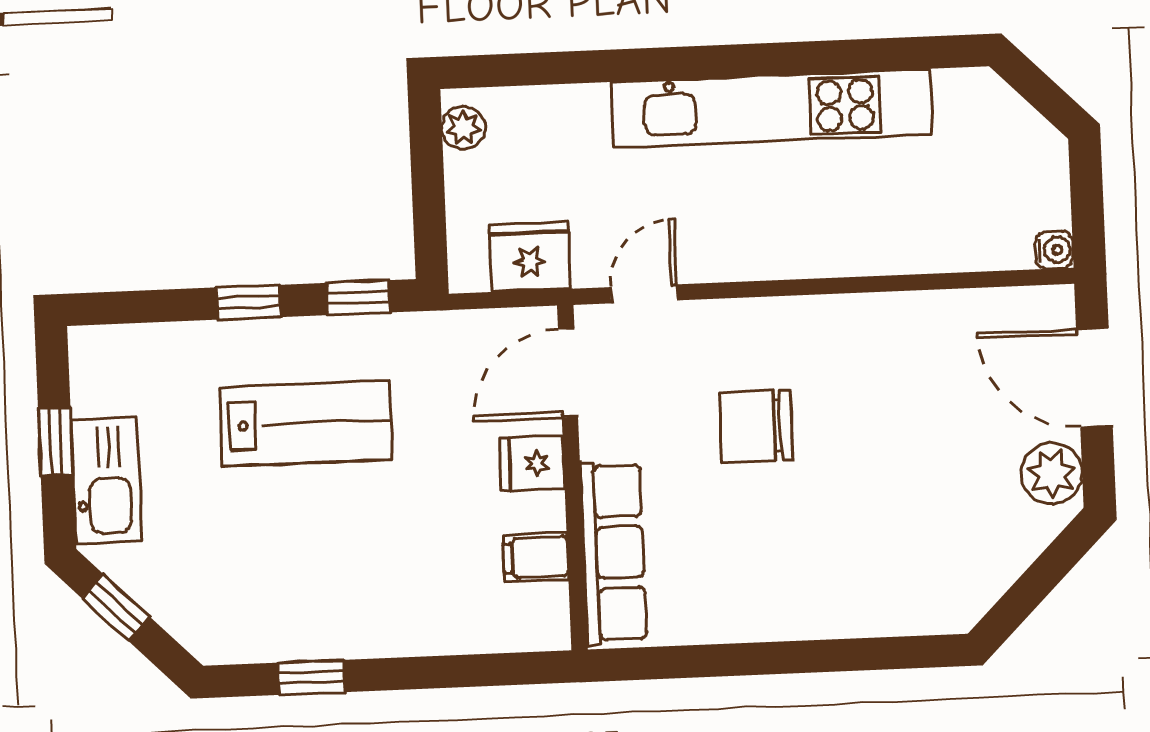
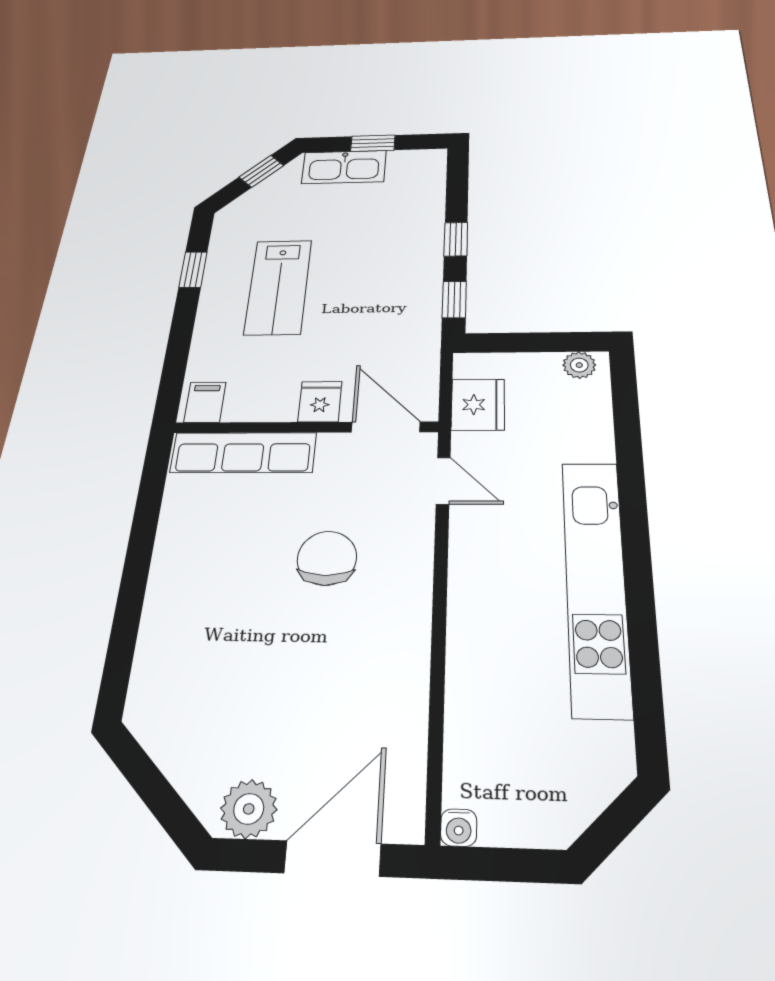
lab bench: (306, 423) -> (278, 287), moved
filing cabinet: (536, 557) -> (205, 402), moved

